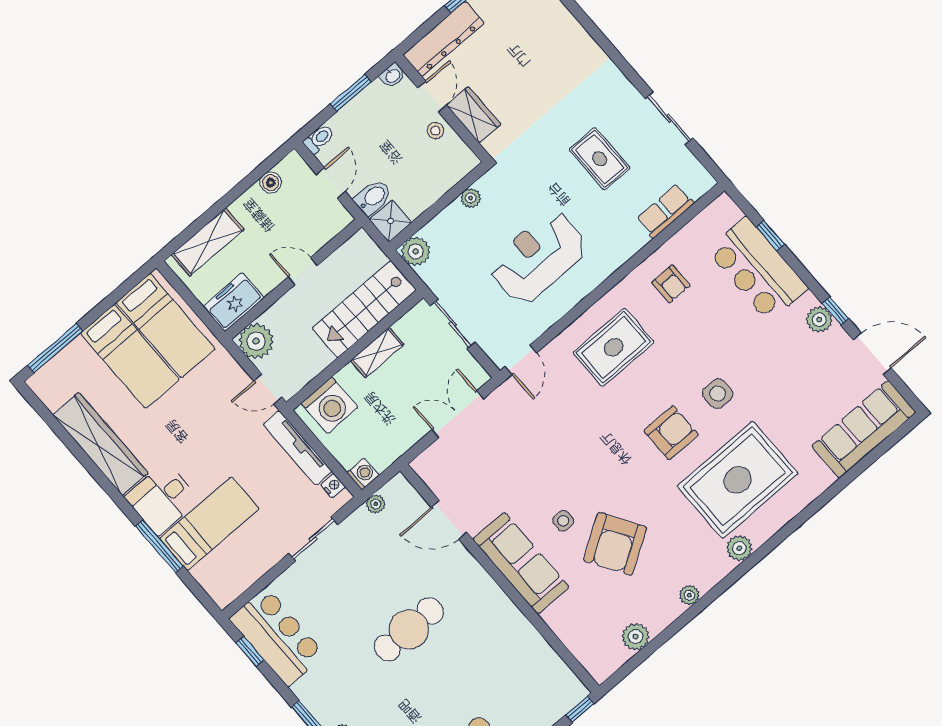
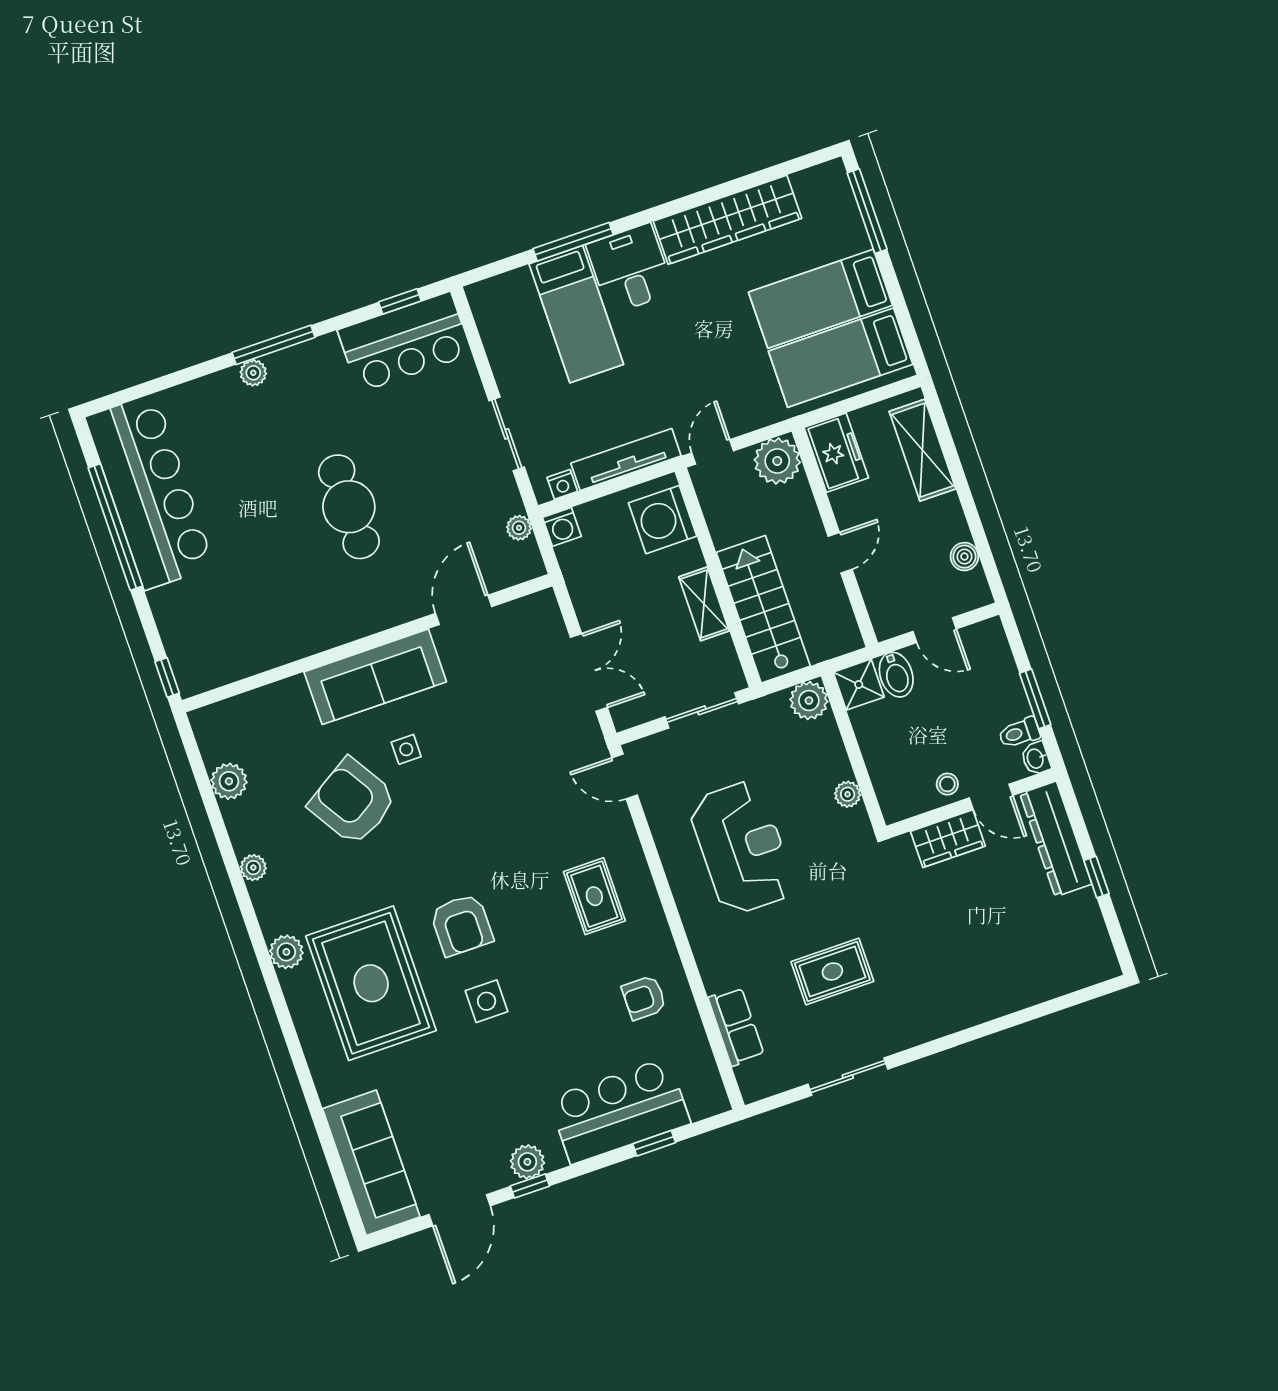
toilet: (319, 139) -> (1019, 733), moved, turned 90
rug: (614, 347) -> (594, 896), width x0.73, depth x0.70

